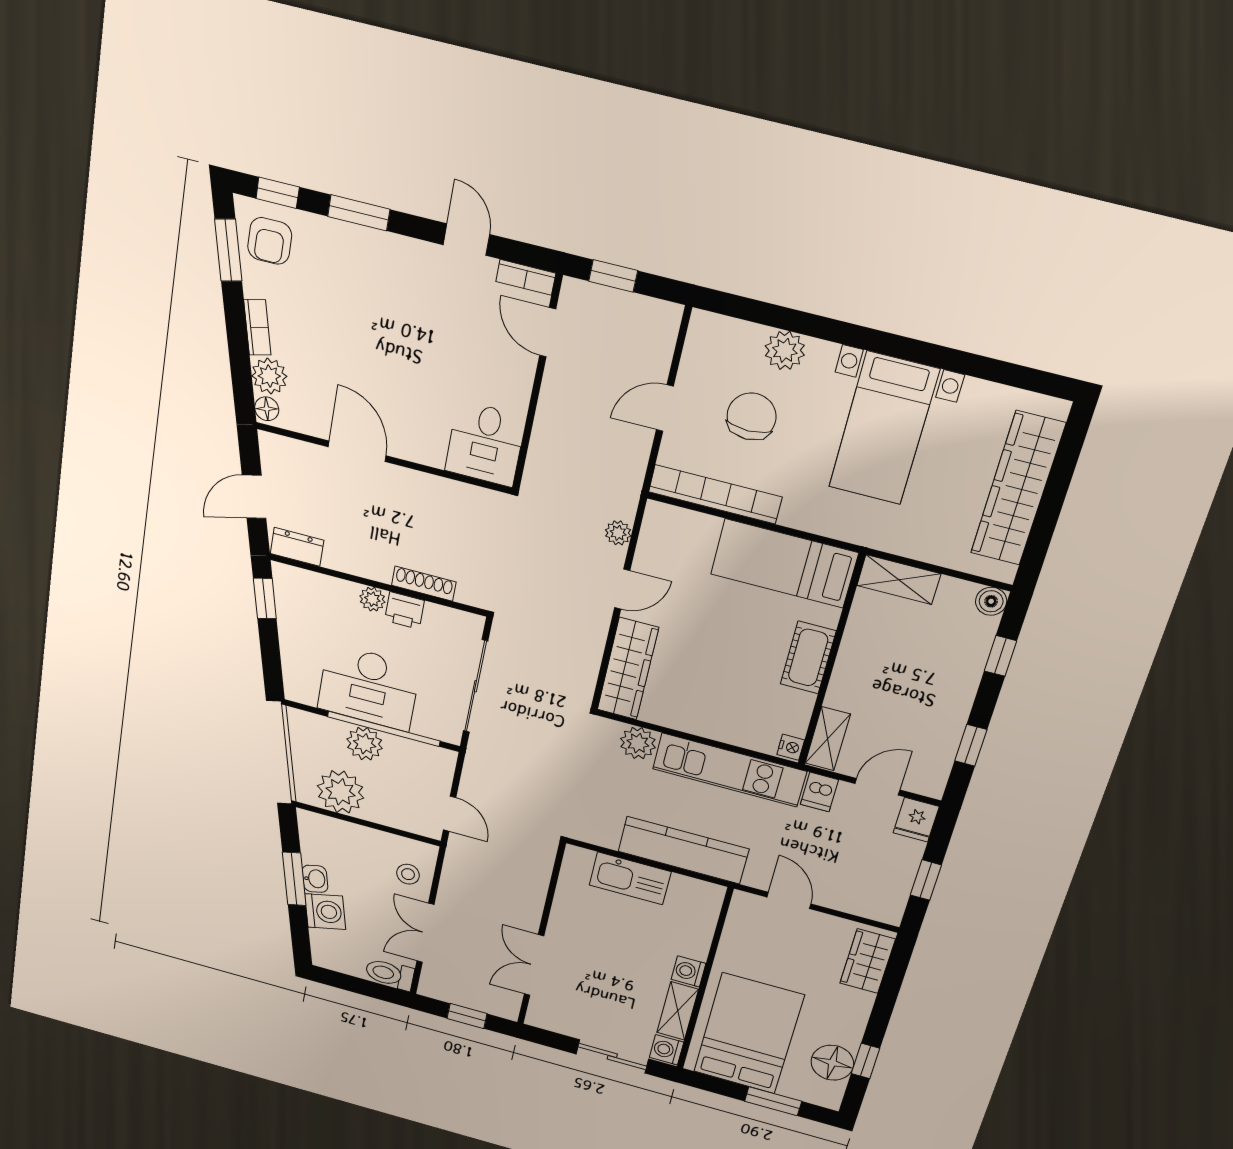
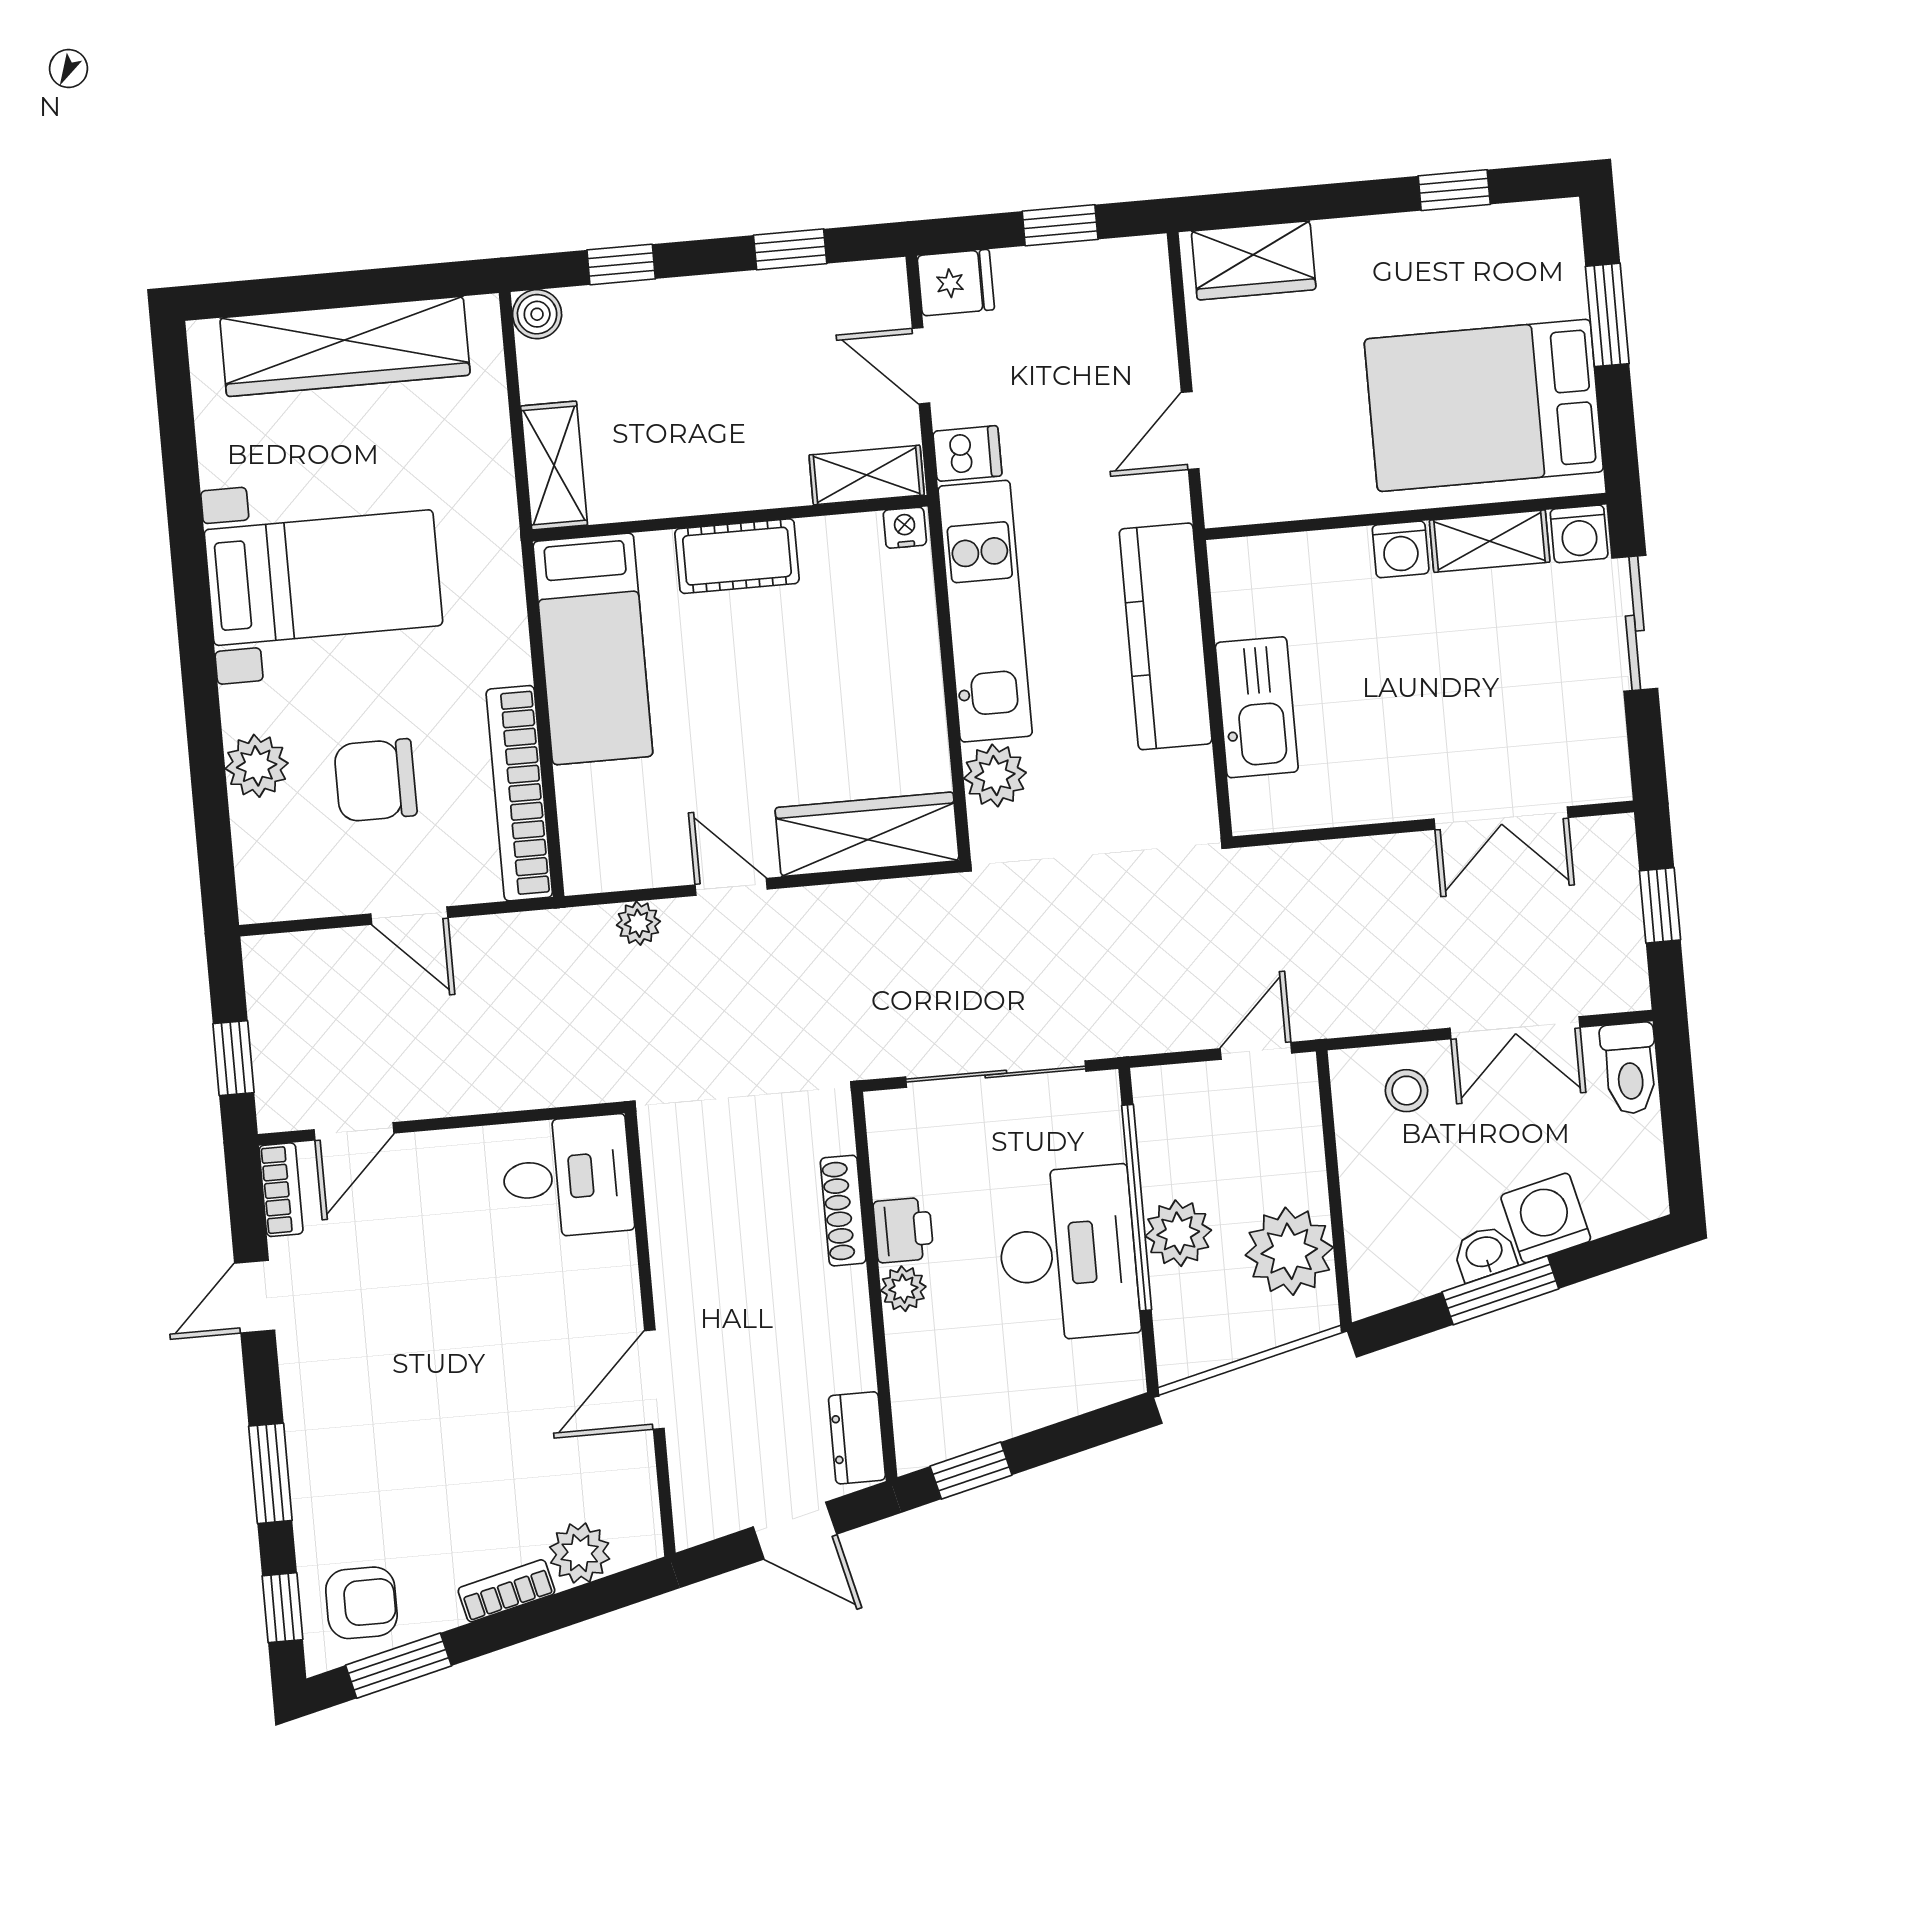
floor lamp: (267, 409) -> (636, 1544), removed
floor lamp: (832, 1063) -> (1482, 244), removed

